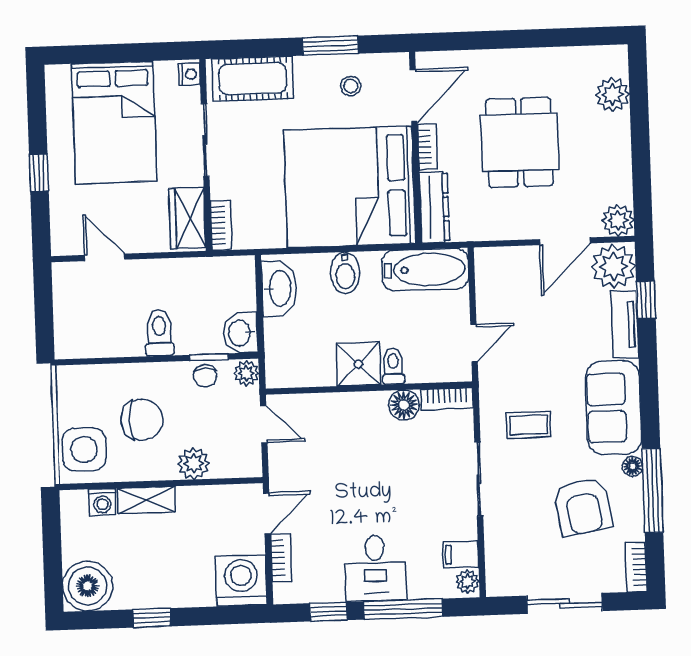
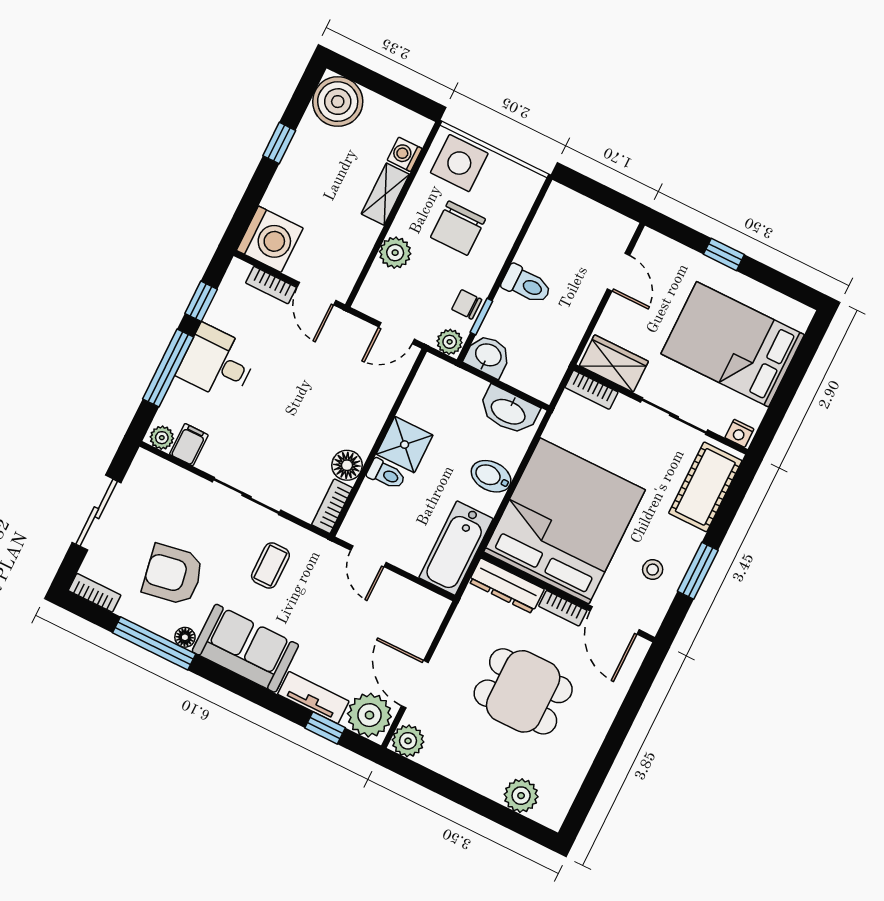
door: (105, 257) -> (618, 272), hinge flipped

